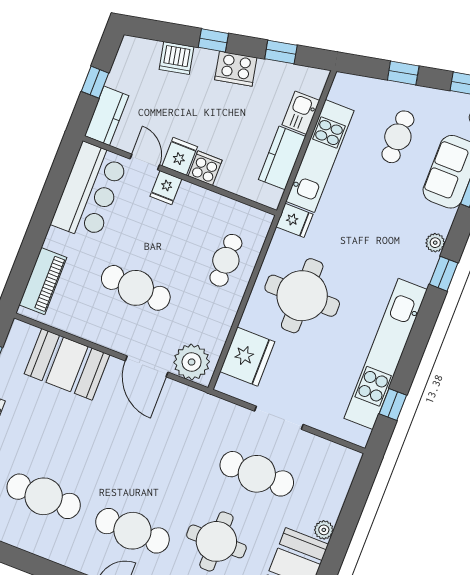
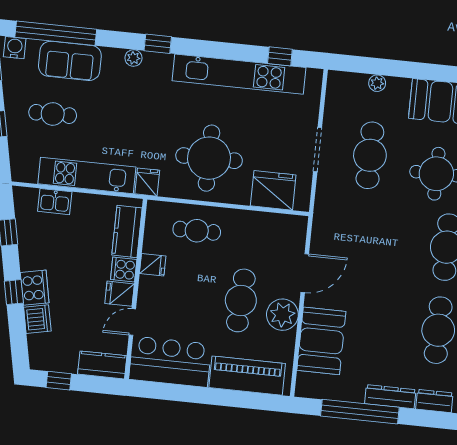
cooker: (236, 69) -> (35, 288), moved
window: (95, 82) -> (59, 381), moved
kitchen counter: (282, 158) -> (127, 231), moved, turned 90
fridge: (166, 188) -> (153, 265), moved
piano: (43, 281) -> (247, 376), width x1.37, depth x1.33
plant: (192, 362) -> (282, 315), moved
plant: (324, 530) -> (377, 83), moved

